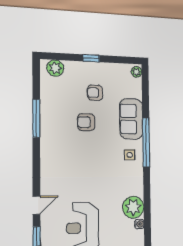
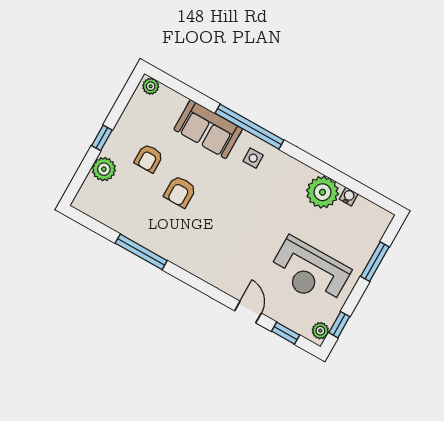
plant: (55, 68) -> (104, 169), moved

